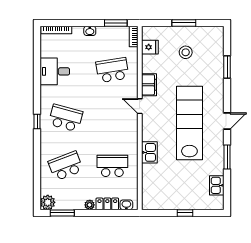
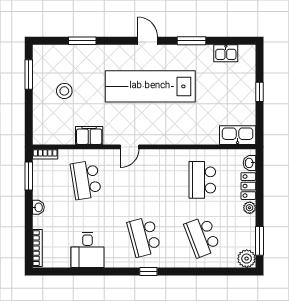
window: (184, 23) -> (29, 75), moved
fridge: (150, 47) -> (58, 134), removed
filing cabinet: (149, 85) -> (89, 135), moved
school desk: (66, 118) -> (144, 237), turned -30
kitchen sink: (149, 152) -> (238, 135), moved, width x1.38

